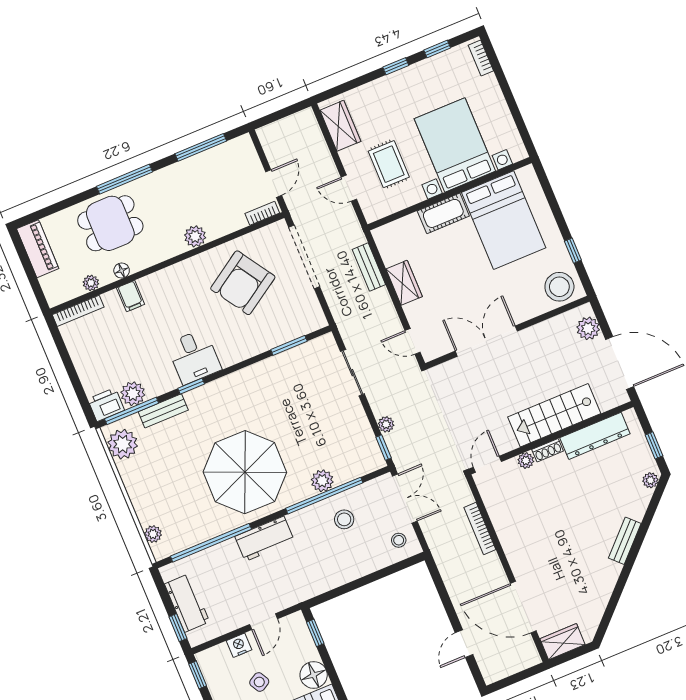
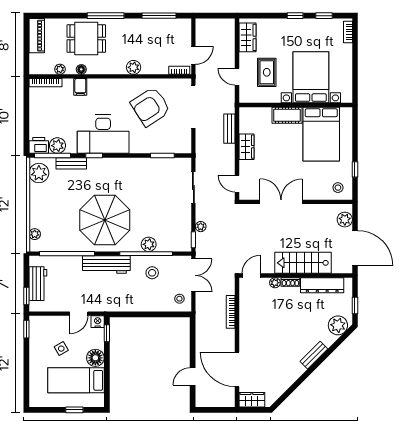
stool: (559, 287) -> (338, 188), width x0.53, depth x0.53
desk: (194, 357) -> (103, 134), width x1.87, depth x1.30
plant: (650, 480) -> (338, 325), width x1.88, depth x1.88
workbench: (265, 539) -> (106, 265), width x1.38
nightstand: (239, 645) -> (98, 322), moved

